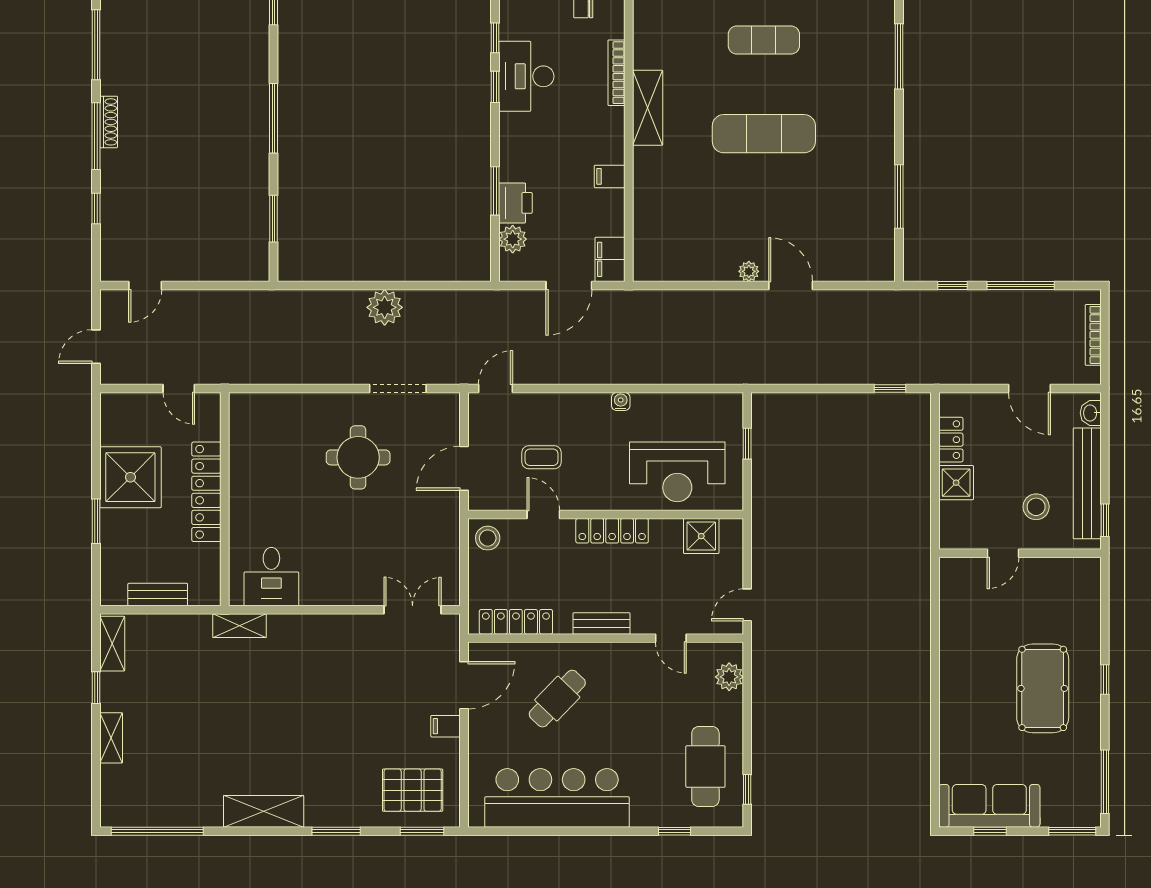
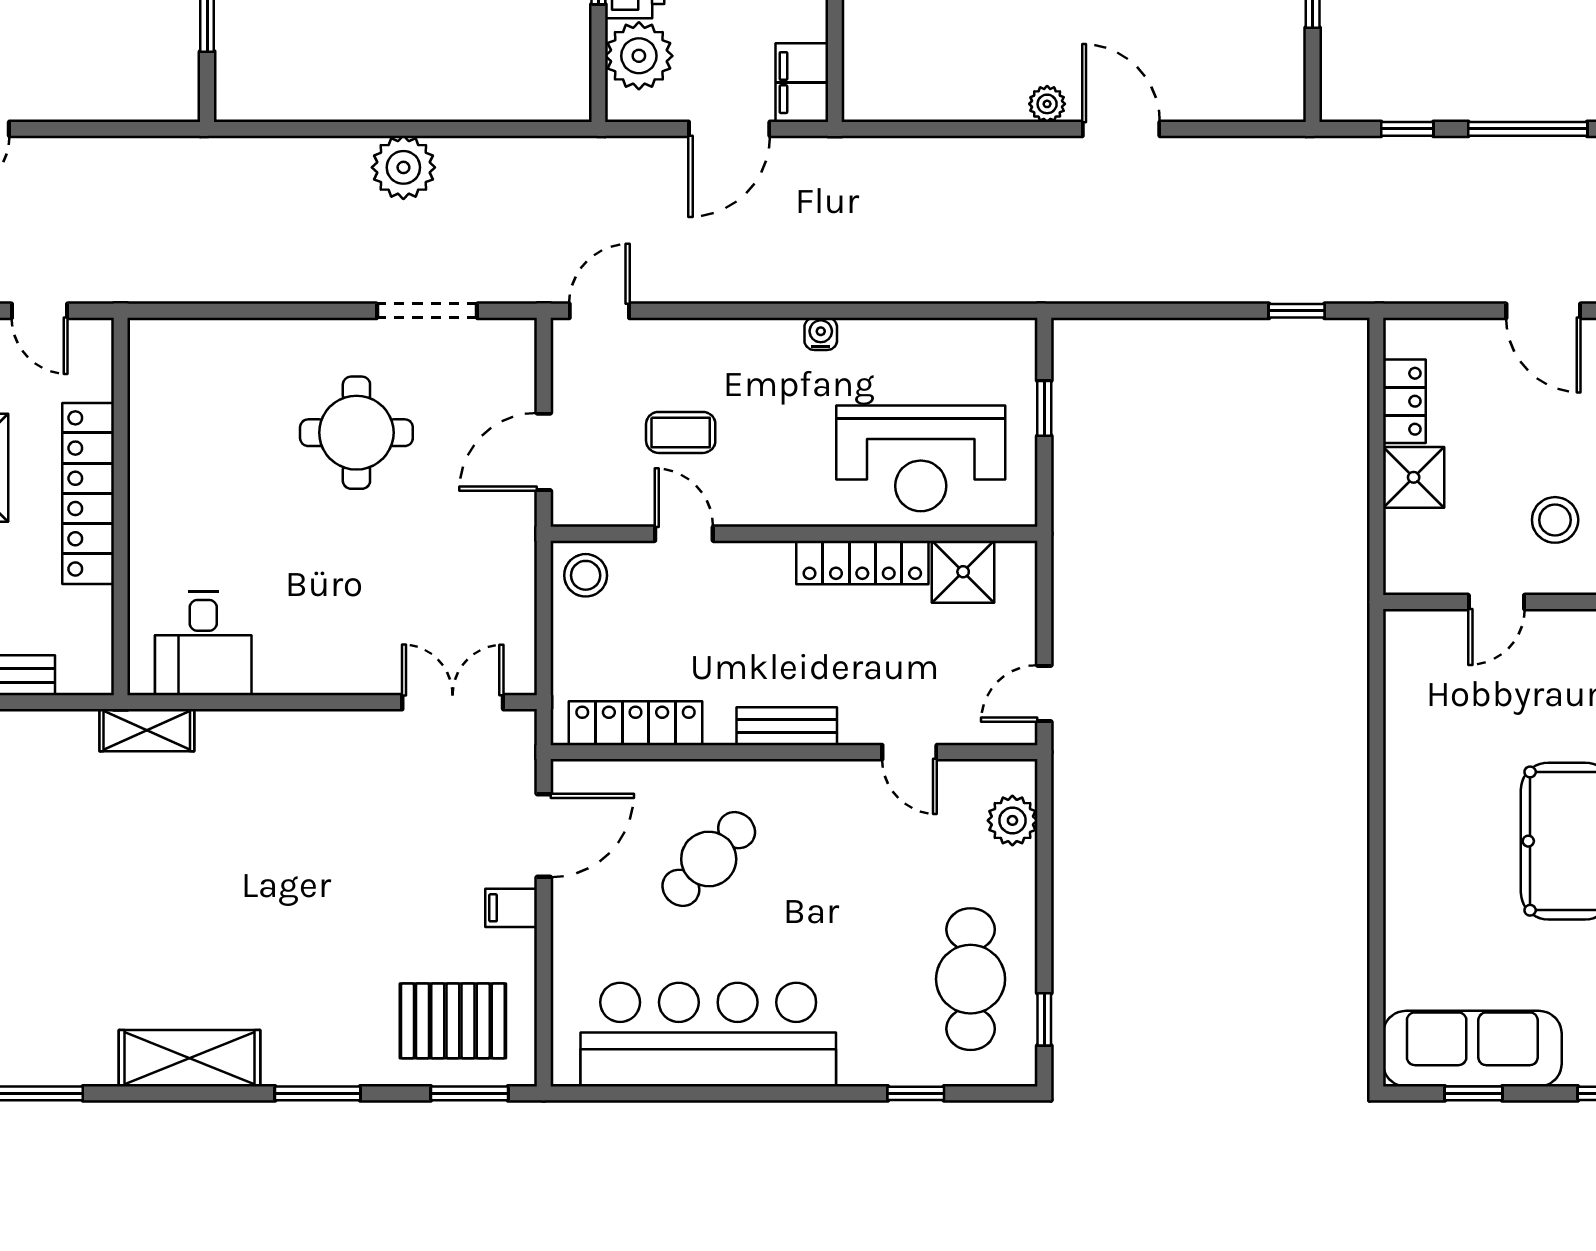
plant: (513, 239) -> (639, 56), width x1.36, depth x1.36
locker: (612, 531) -> (862, 562), moved

